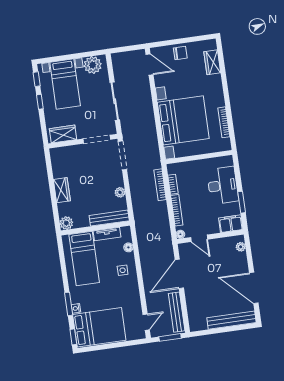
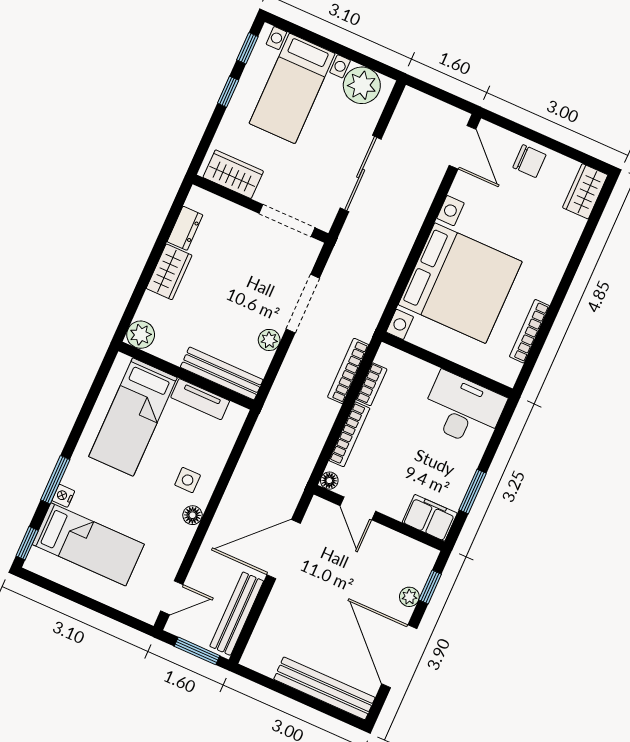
wardrobe: (212, 62) -> (585, 191), moved
doorway: (122, 156) -> (303, 304), moved
dresser: (57, 168) -> (185, 228), added
desk: (223, 185) -> (463, 410), moved, turned -90
floor lamp: (128, 247) -> (192, 515), moved
plant: (241, 247) -> (409, 597), moved
window: (249, 252) -> (430, 587), added
bed: (99, 327) -> (88, 544), width x0.67

